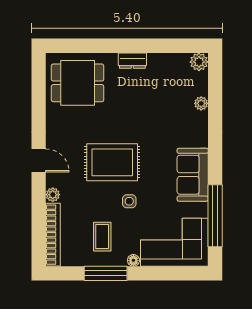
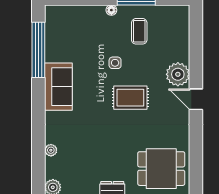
rug: (112, 162) -> (130, 98), width x0.73, depth x0.70
plant: (53, 195) -> (178, 74), width x1.87, depth x1.87
bookcase: (53, 235) -> (183, 33), removed
corner sofa: (174, 242) -> (75, 26), removed

